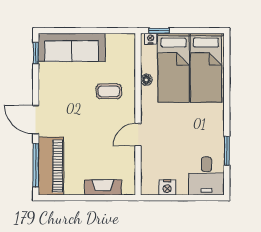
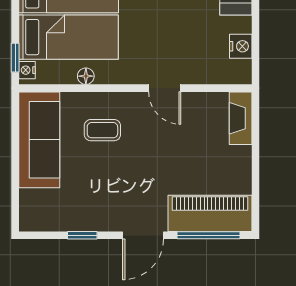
sofa: (72, 47) -> (39, 140), moved
window: (36, 53) -> (82, 235), moved
coffee table: (109, 91) -> (102, 130), turned 90
fireplace: (103, 187) -> (241, 118), moved

